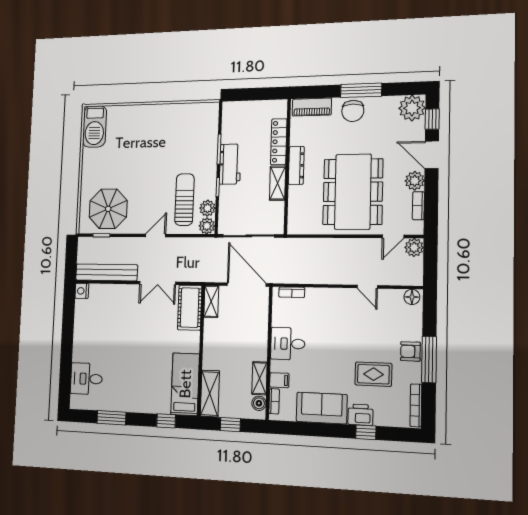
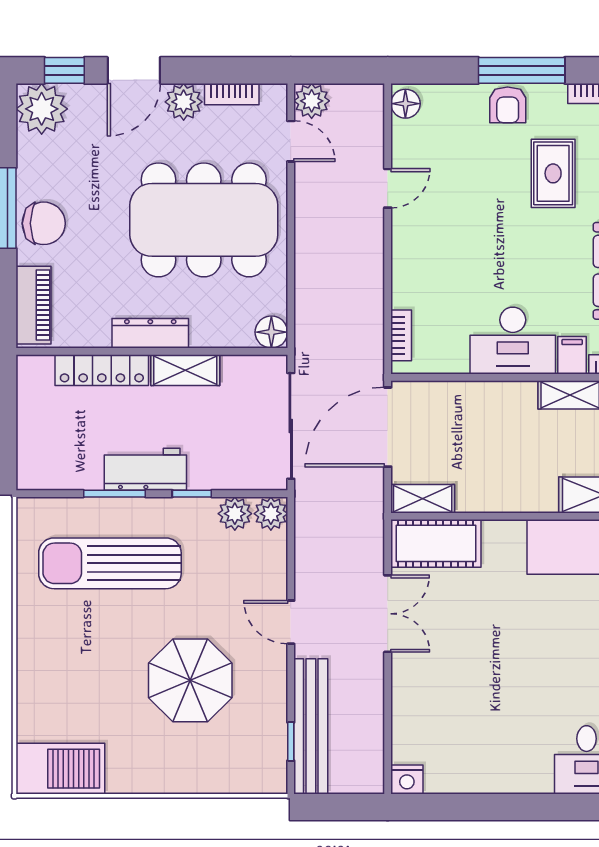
sun lounger: (184, 200) -> (110, 563), moved, width x1.36, depth x1.34
parasol: (108, 209) -> (190, 680), moved
floor lamp: (295, 226) -> (271, 332), added
bench: (106, 272) -> (311, 726), moved
desk: (288, 344) -> (513, 341), width x1.37

